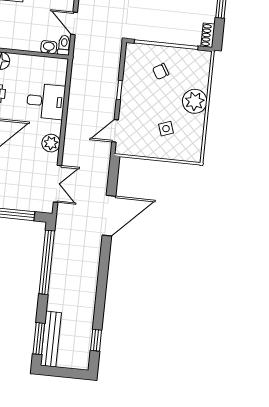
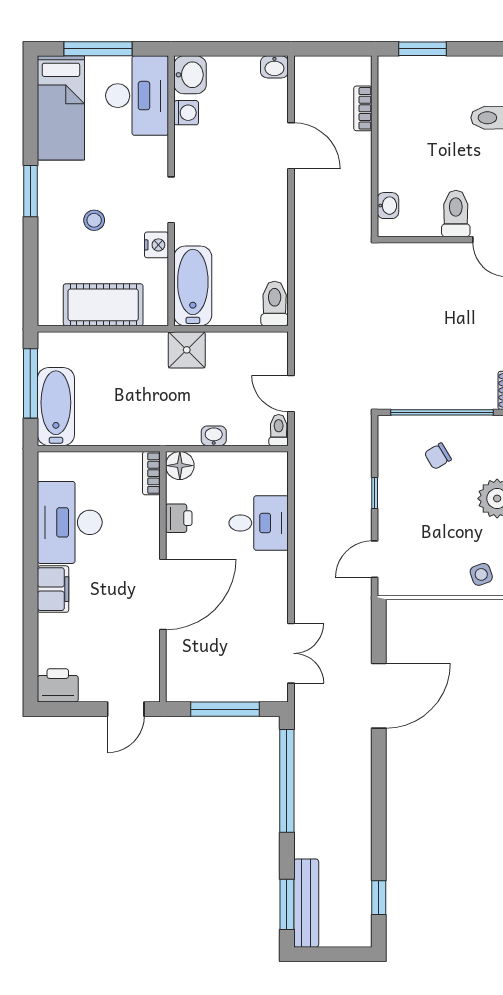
washbasin: (49, 47) -> (214, 436), moved
side table: (166, 129) -> (481, 574), moved
plant: (51, 143) -> (274, 589), removed

